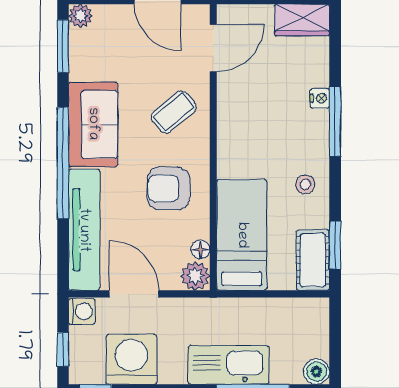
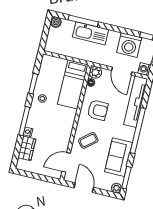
wardrobe: (302, 20) -> (27, 148), moved, turned 90
sofa: (93, 124) -> (118, 157), moved
window: (335, 245) -> (33, 84), moved
cot: (313, 260) -> (47, 67), removed

